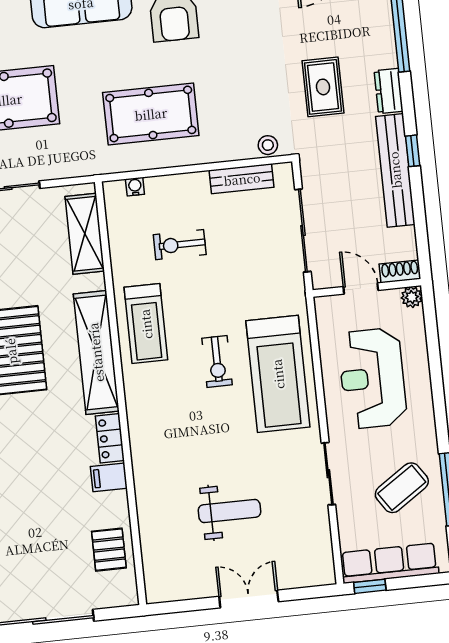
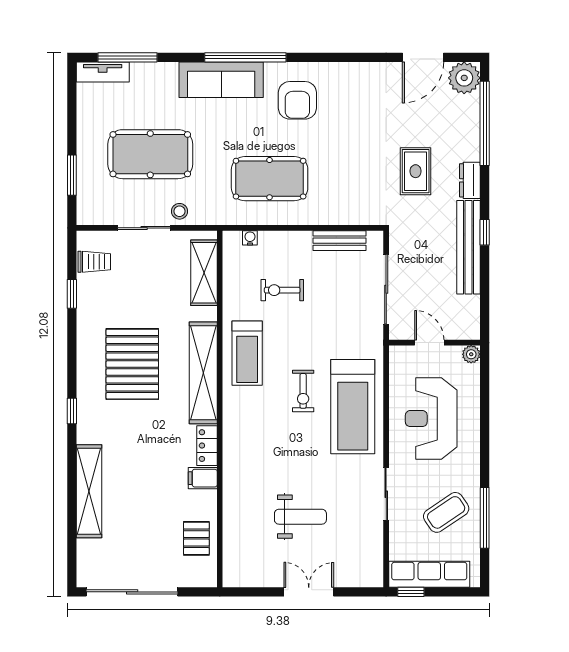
stool: (268, 145) -> (180, 211), moved
shoe rack: (400, 271) -> (464, 332), removed

